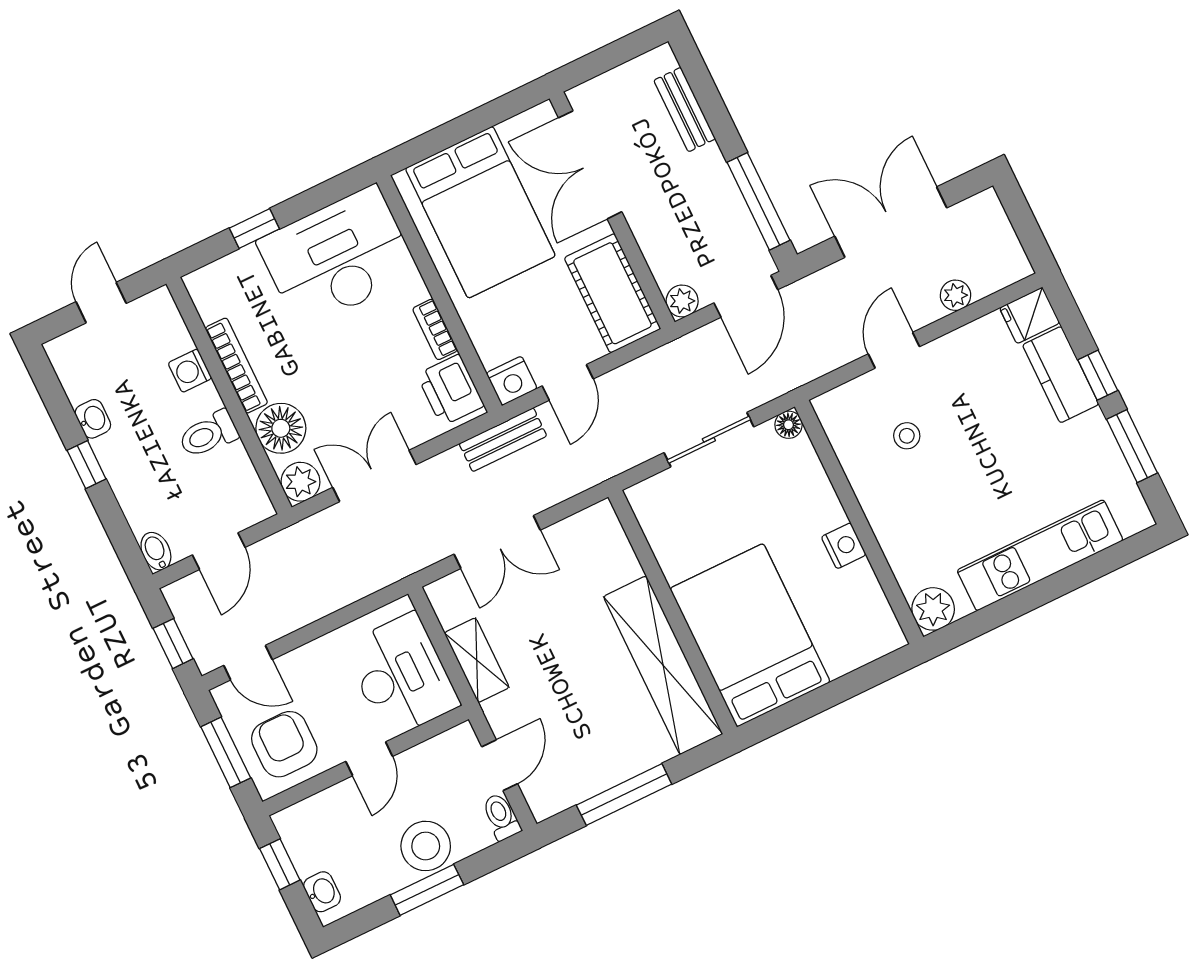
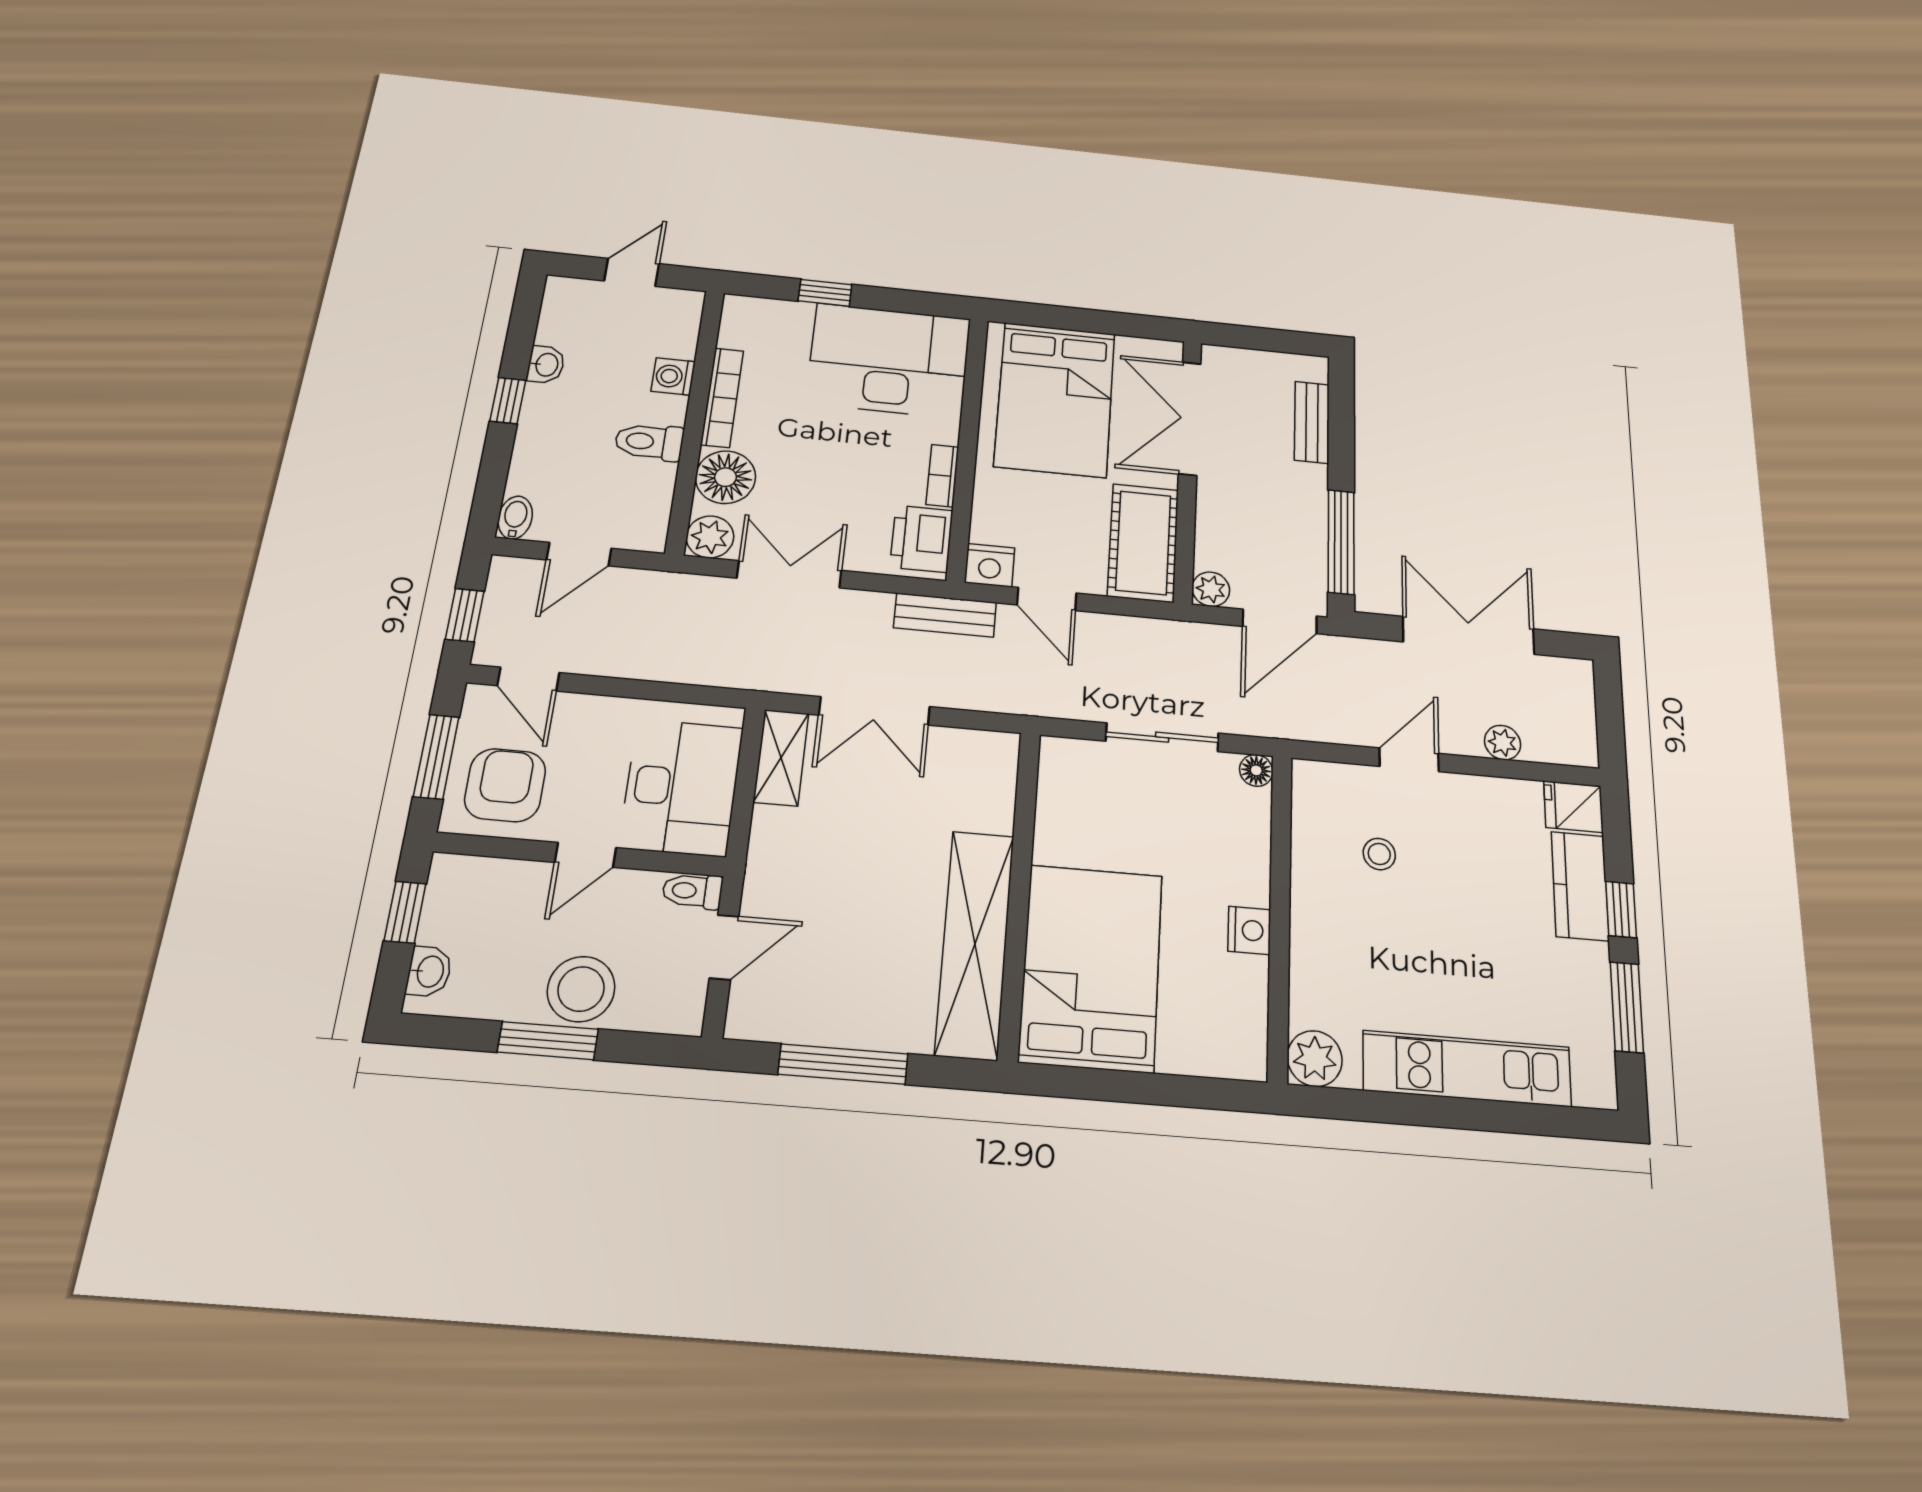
door: (568, 382) -> (1047, 599), hinge flipped
shelving: (477, 660) -> (781, 758), moved
toilet: (501, 817) -> (692, 891), moved, turned -90

